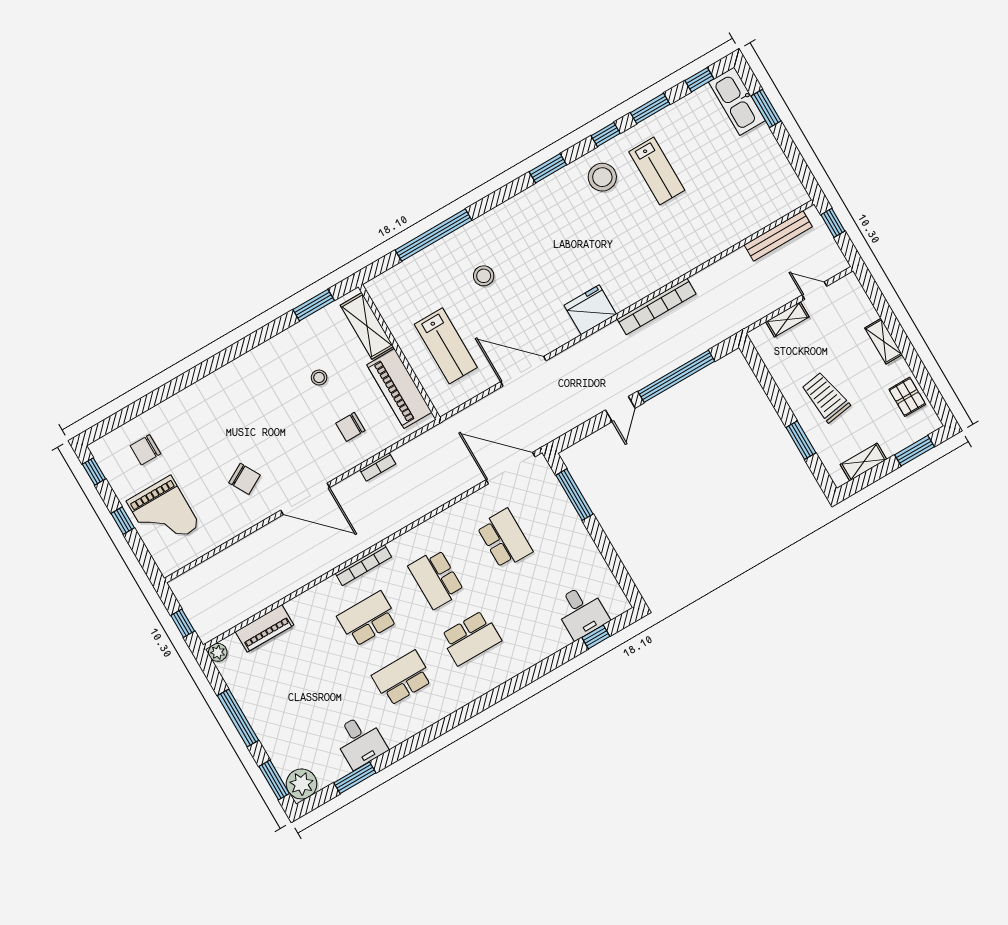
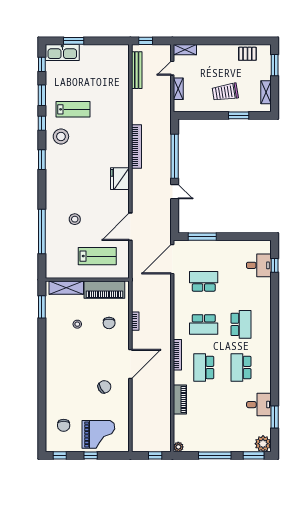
shelving: (884, 341) -> (185, 50), moved
piano: (265, 628) -> (180, 400), moved

